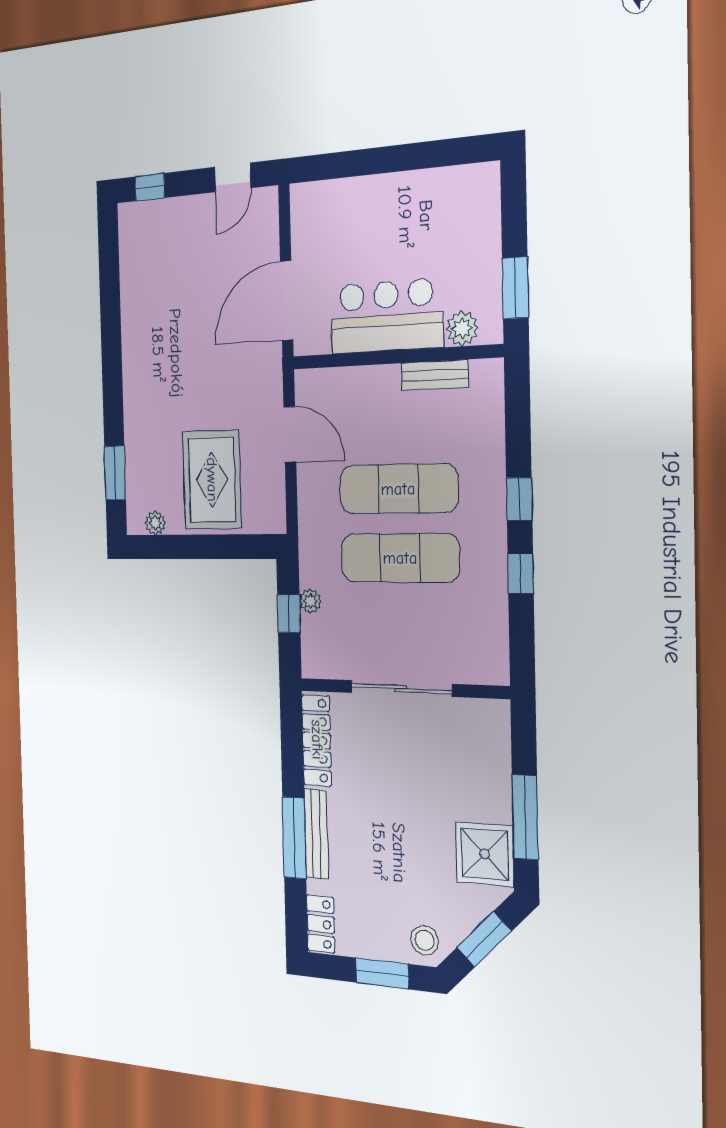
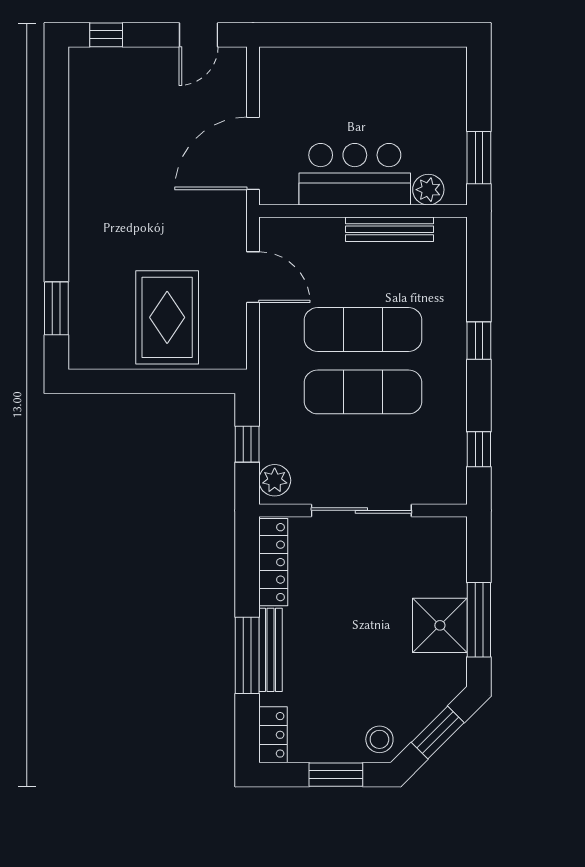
bench: (435, 375) -> (390, 229), width x1.36
plant: (155, 523) -> (102, 358), removed
window: (521, 574) -> (479, 449), moved
plant: (310, 601) -> (275, 480), moved, width x1.38, depth x1.38
shower: (485, 854) -> (440, 625), moved

